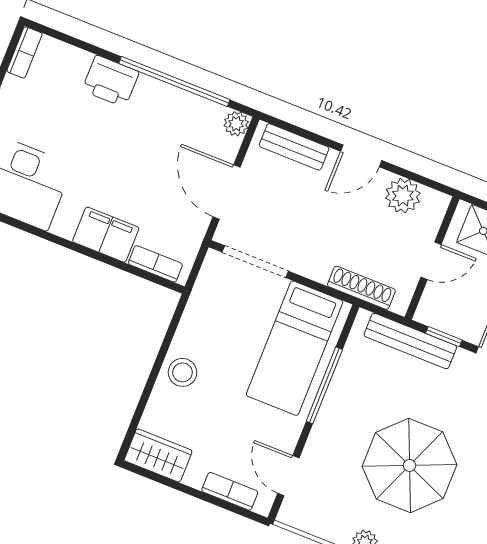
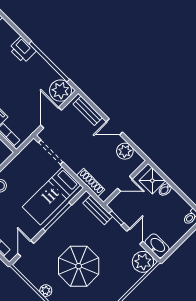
plant: (236, 124) -> (61, 91), width x1.87, depth x1.87
bench: (410, 341) -> (98, 210), width x0.73

